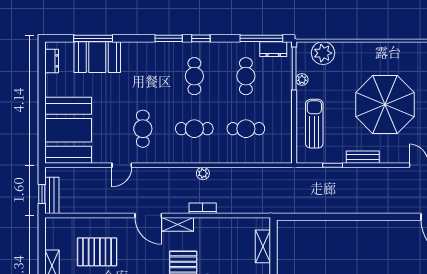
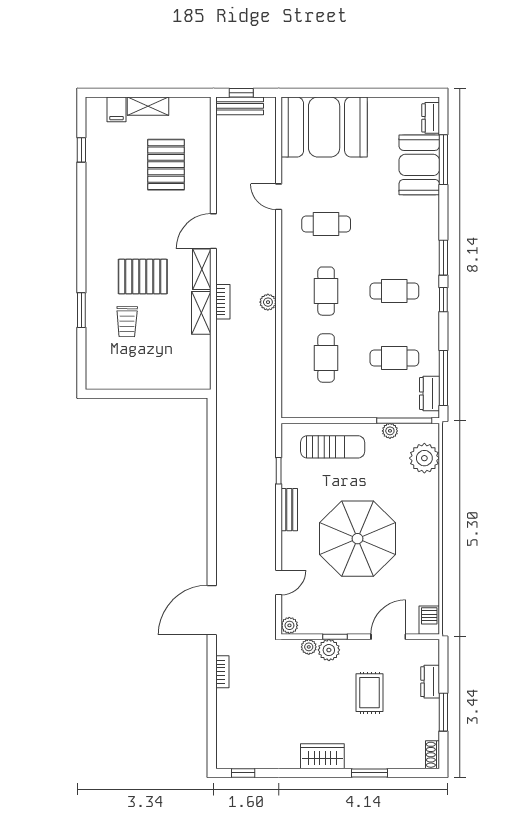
dresser: (52, 61) -> (431, 118), moved, turned 90
shelving: (263, 246) -> (201, 313), moved, turned 90

